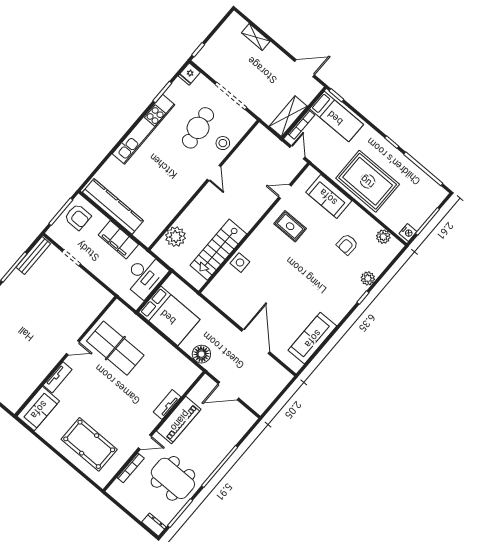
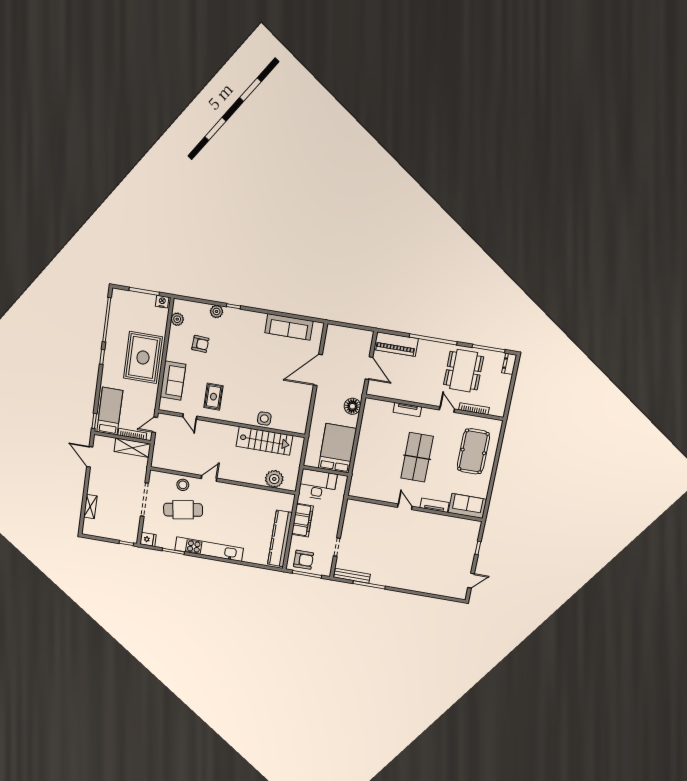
armchair: (78, 217) -> (304, 560), turned 90
table tennis table: (115, 348) -> (417, 457), moved
piano: (179, 420) -> (396, 344), moved, turned 180

